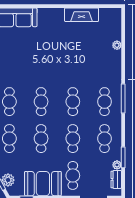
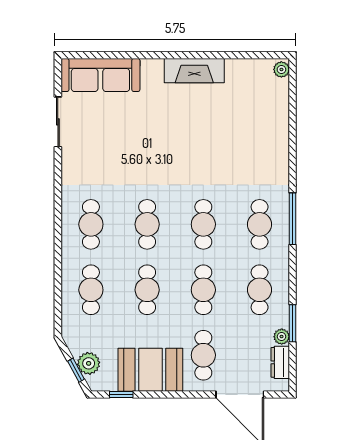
fireplace: (82, 15) -> (194, 71), moved
plant: (117, 45) -> (281, 69), moved

